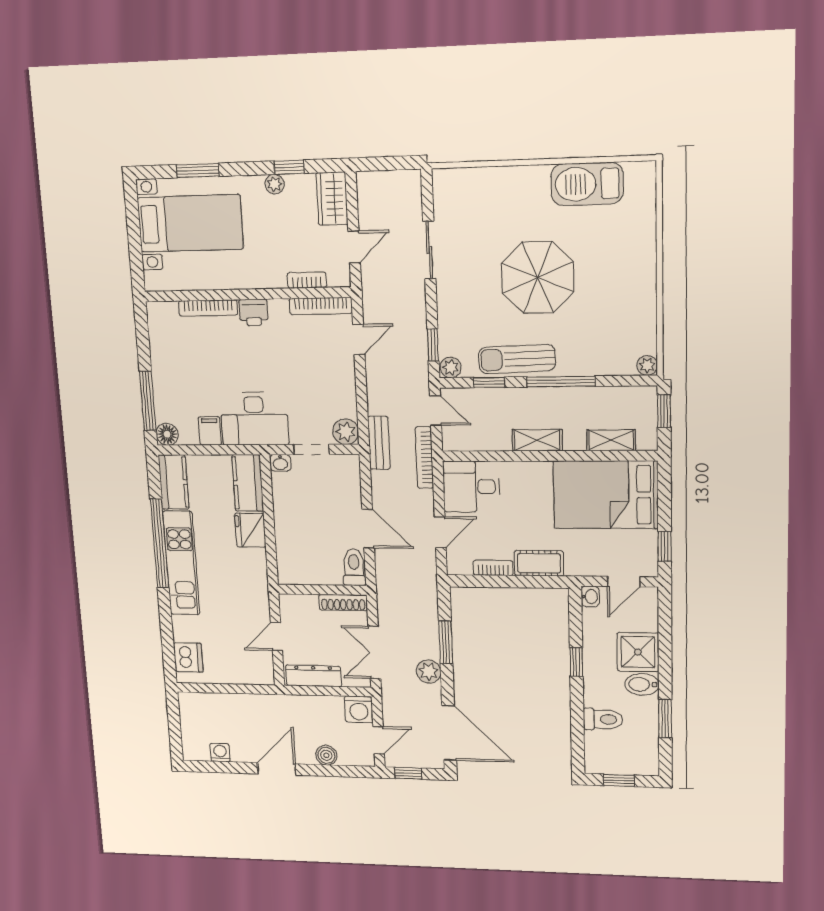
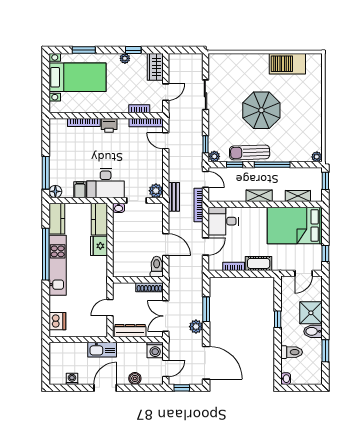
door: (359, 339) -> (166, 141), swing flipped
washbasin: (590, 596) -> (286, 379), moved
kitchen sink: (267, 706) -> (102, 350), added
window: (619, 780) -> (300, 388), removed

